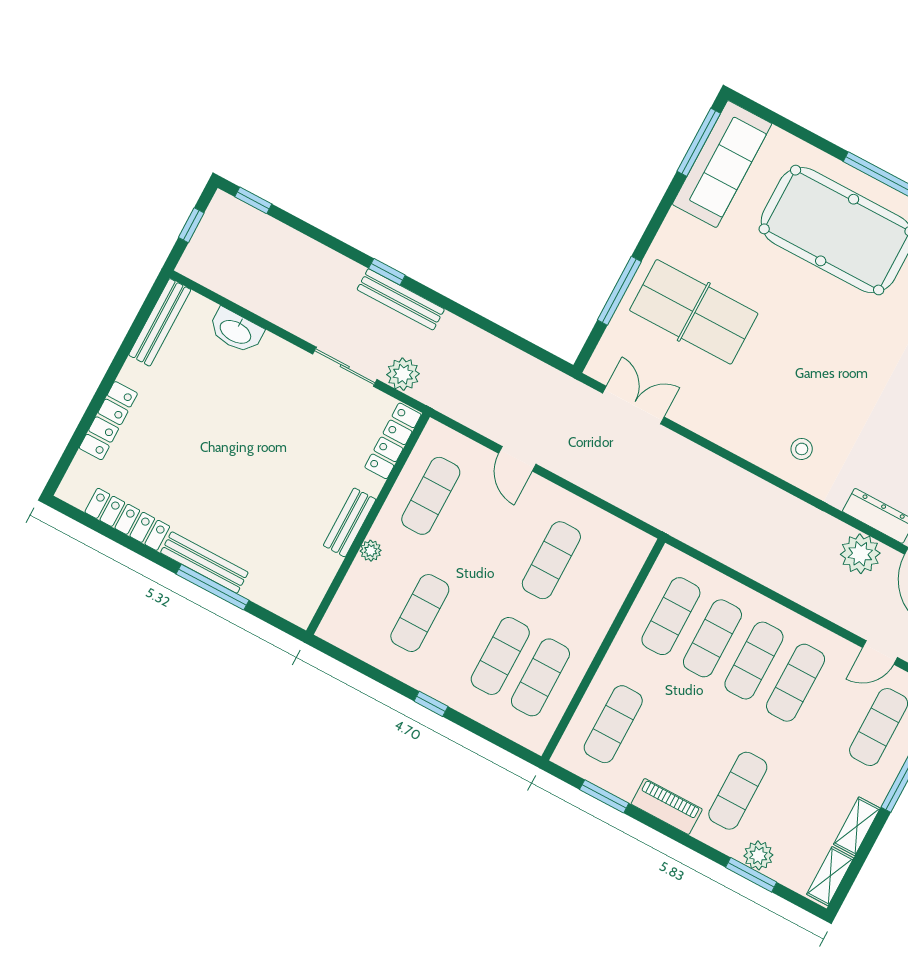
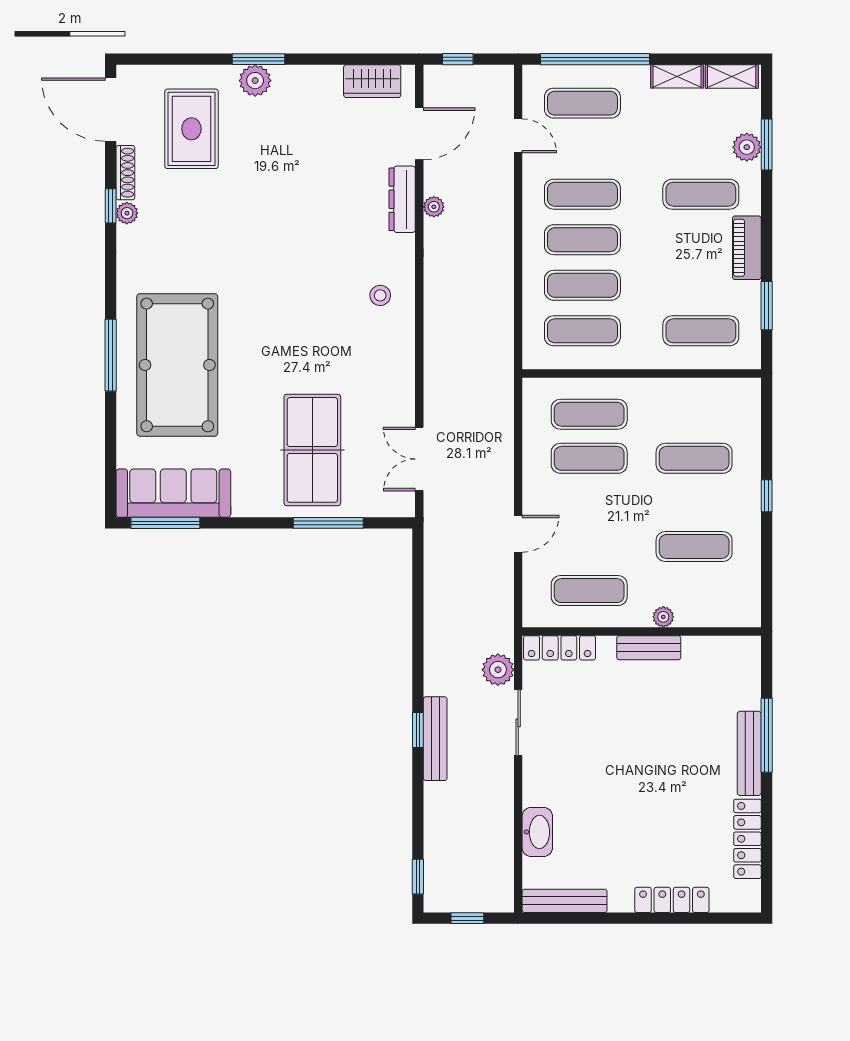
bench: (401, 299) -> (435, 739), moved
plant: (860, 554) -> (434, 207), width x0.53, depth x0.53
exercise mat: (540, 677) -> (589, 414), moved

